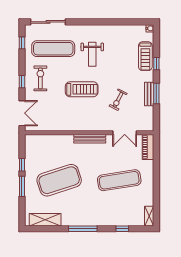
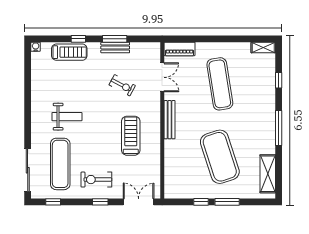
treadmill: (82, 89) -> (131, 136), moved

